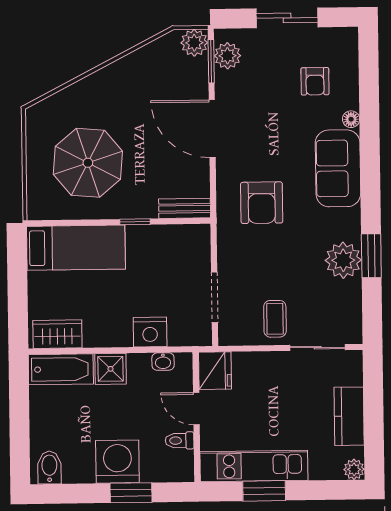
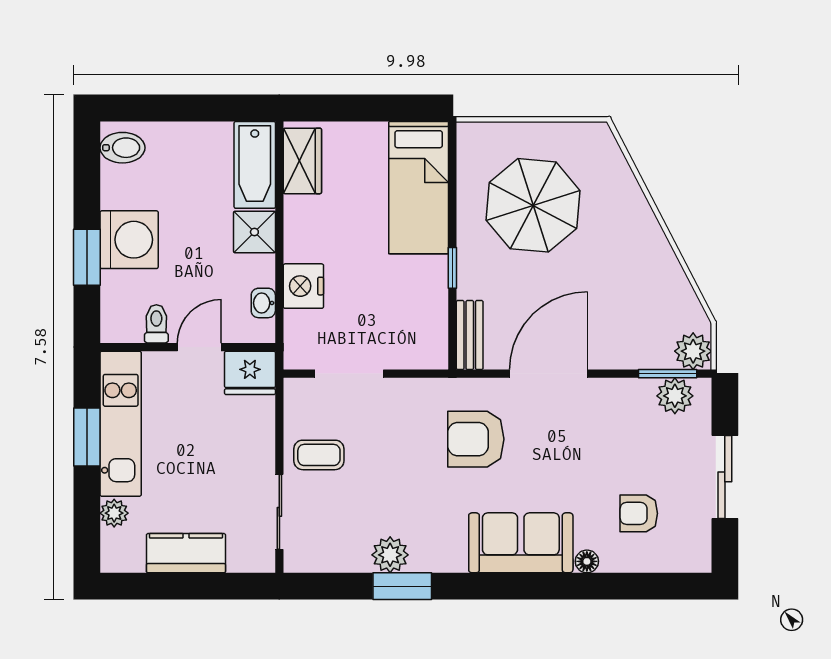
door: (212, 129) -> (549, 374), moved
plant: (343, 260) -> (390, 555), width x0.73, depth x0.73
plant: (354, 469) -> (114, 513), moved

